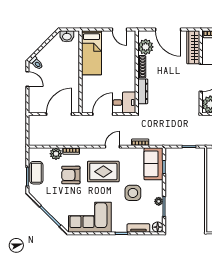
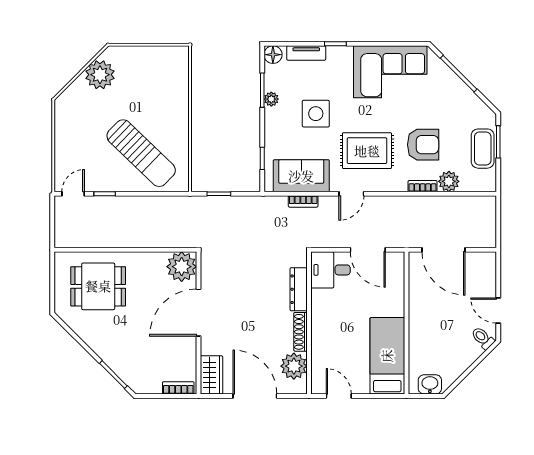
wardrobe: (193, 47) -> (211, 375), width x0.67
door: (59, 114) -> (443, 250), hinge flipped
door: (103, 114) -> (368, 250), hinge flipped
sofa: (154, 164) -> (301, 176), moved, turned -90

